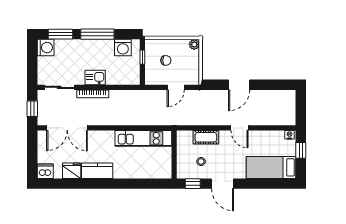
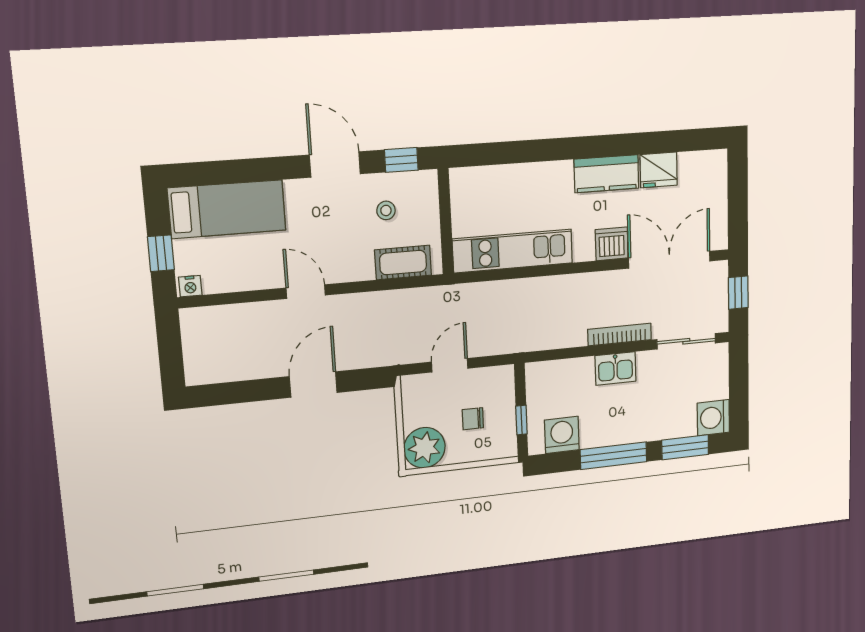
plant: (194, 44) -> (424, 448), width x1.88, depth x1.88
cot: (206, 137) -> (403, 263), moved
dishwasher: (45, 171) -> (612, 244), moved, turned 180

